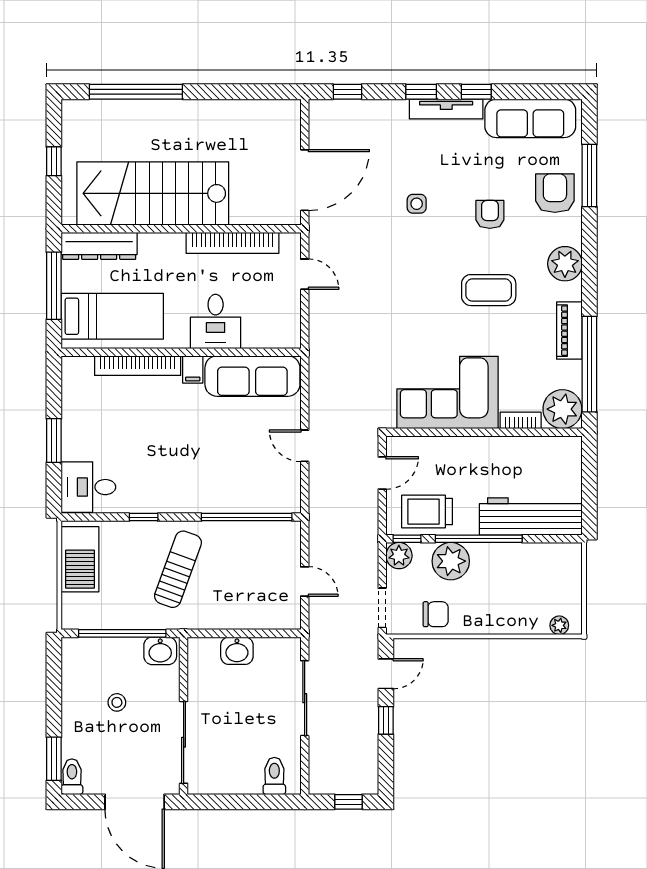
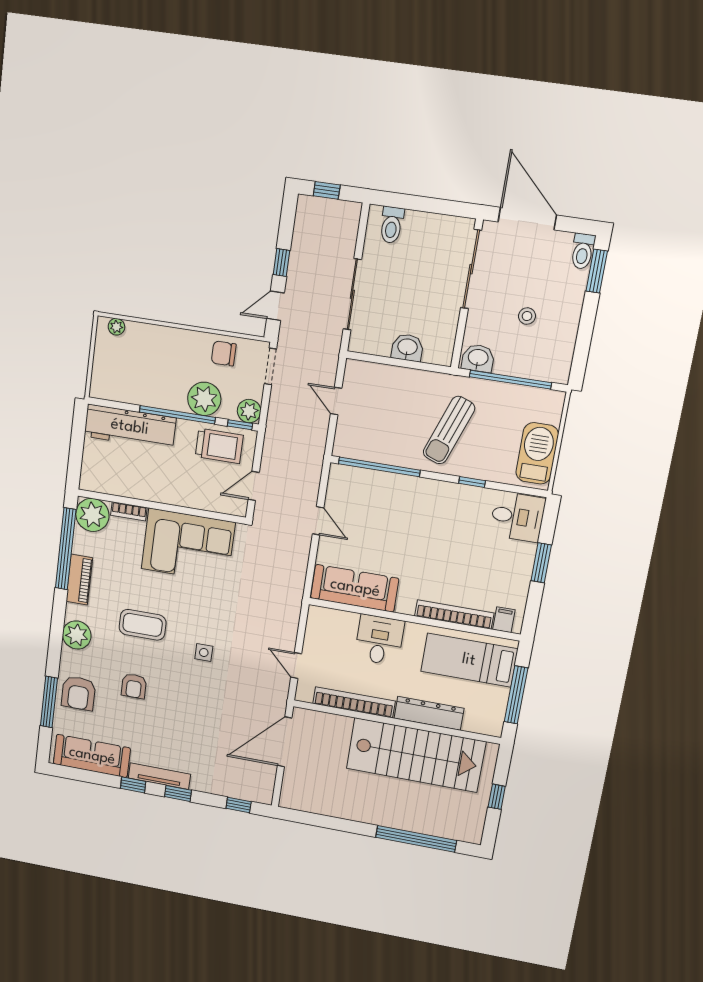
side table: (417, 204) -> (204, 652), moved
dresser: (99, 246) -> (429, 713), moved
filing cabinet: (193, 369) -> (504, 620), moved

